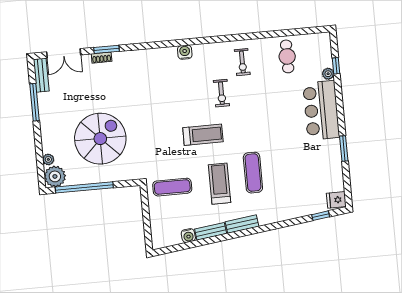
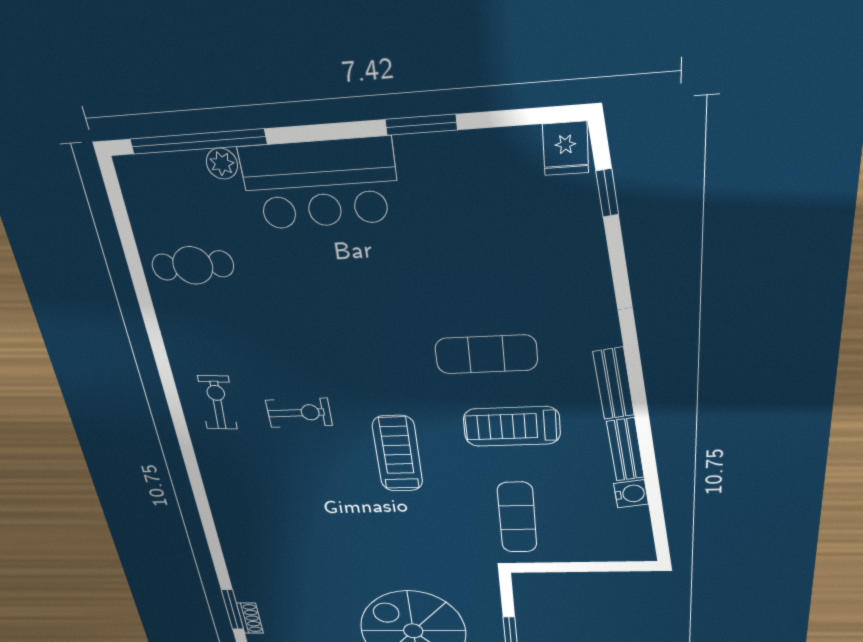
water cooler: (185, 52) -> (217, 479), removed
exercise bike: (242, 62) -> (217, 403), moved, turned -86
window: (336, 66) -> (198, 142), width x3.17

